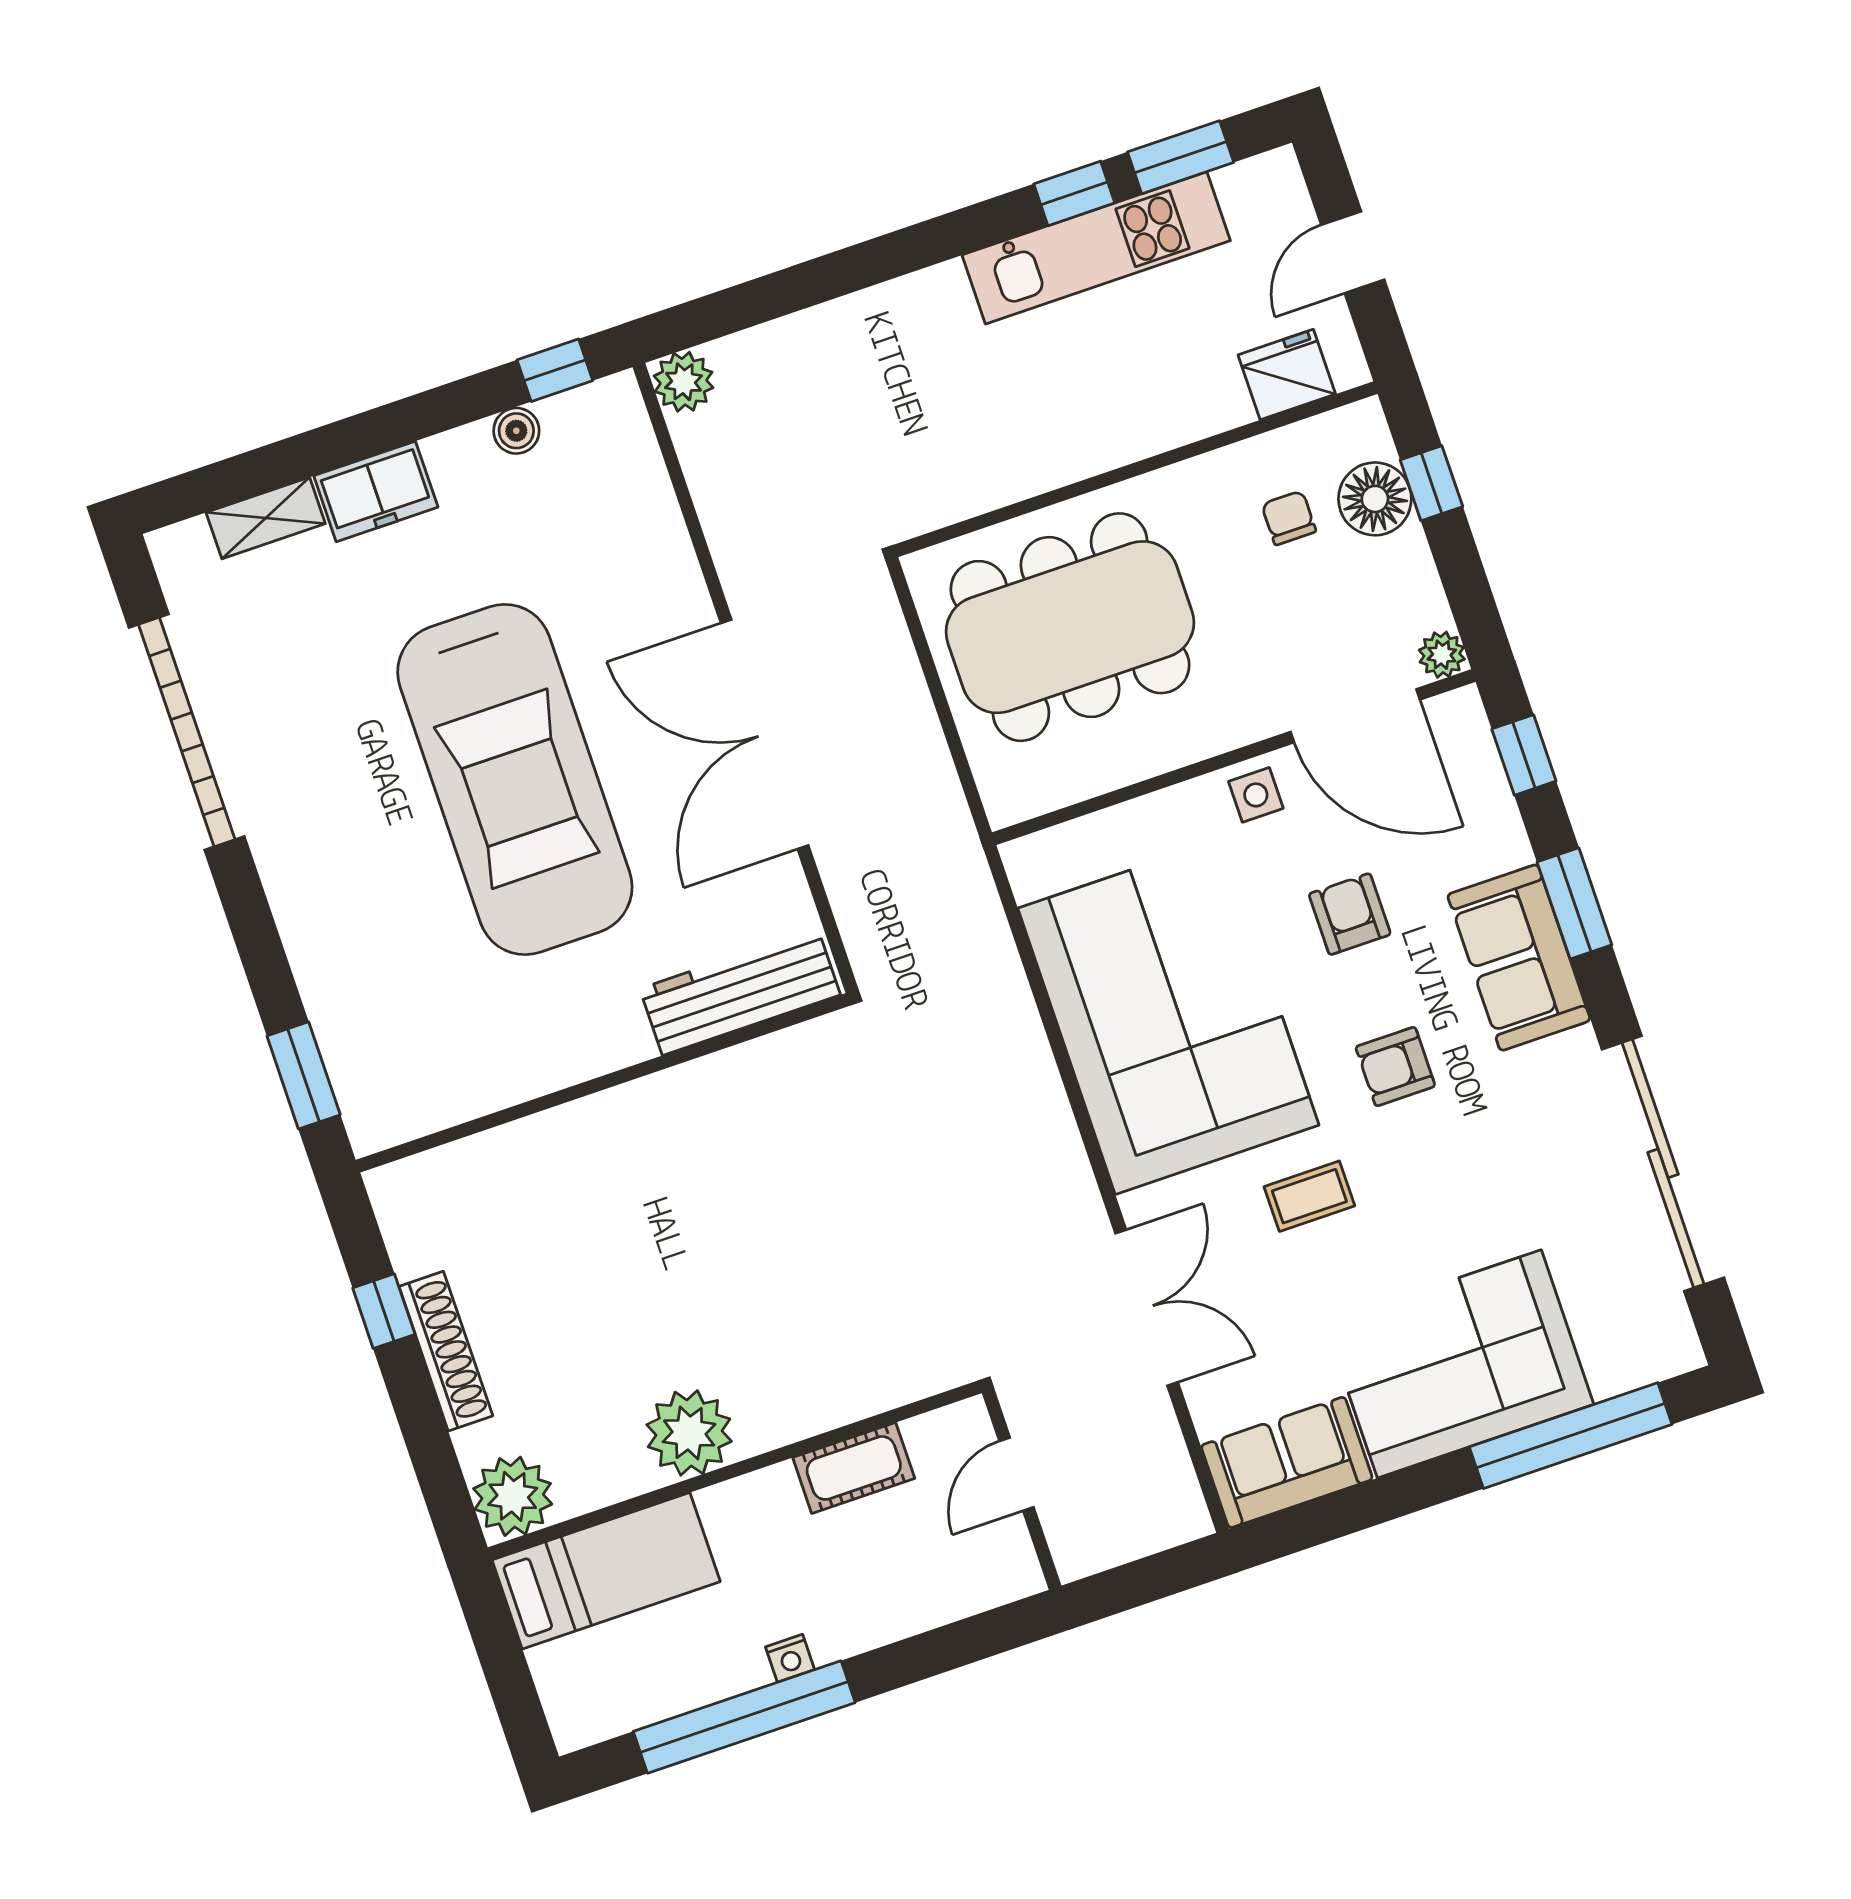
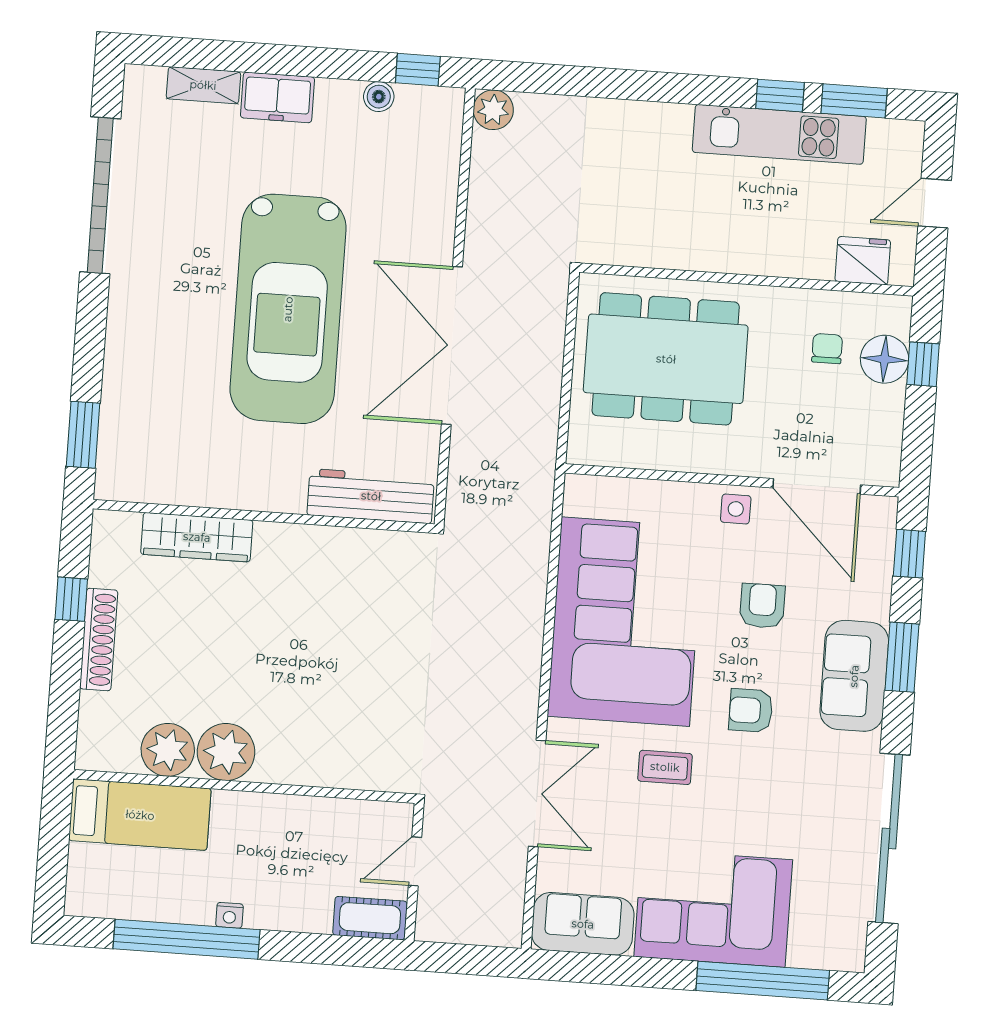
plant: (1442, 655) -> (885, 471), removed
wardrobe: (522, 1151) -> (197, 537), added
cot: (854, 1468) -> (370, 918), moved
plant: (513, 1496) -> (168, 750), moved

